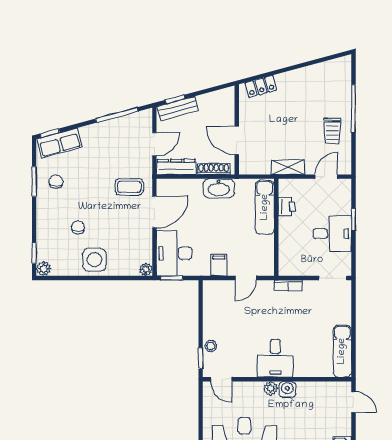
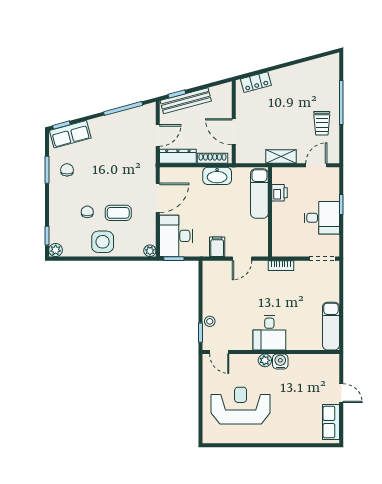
bench: (178, 109) -> (186, 101), width x1.36
coffee table: (129, 187) -> (118, 213), moved
door: (353, 402) -> (341, 393), moved

